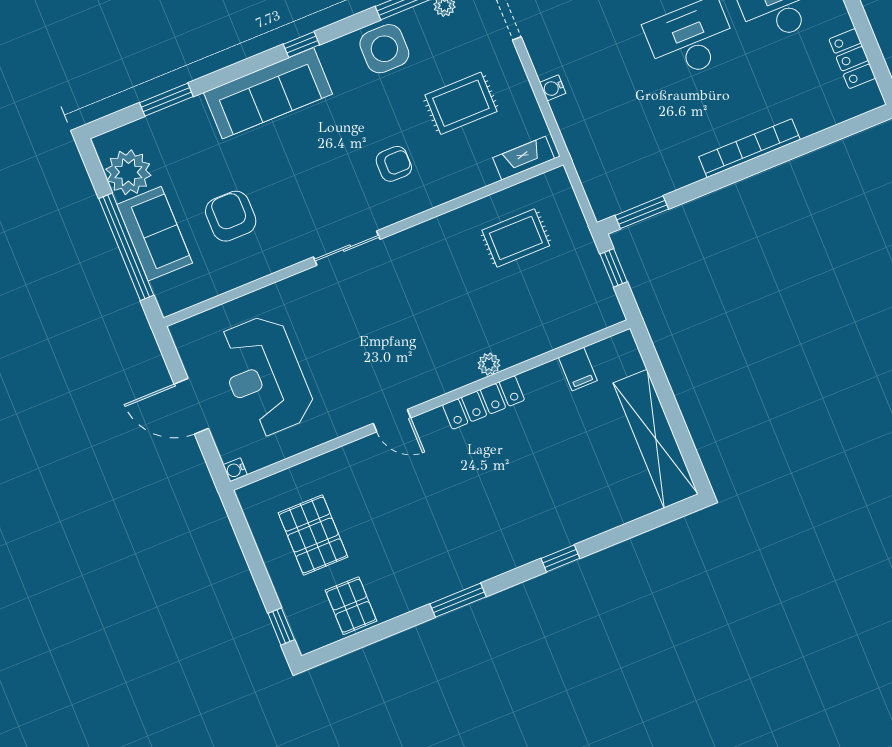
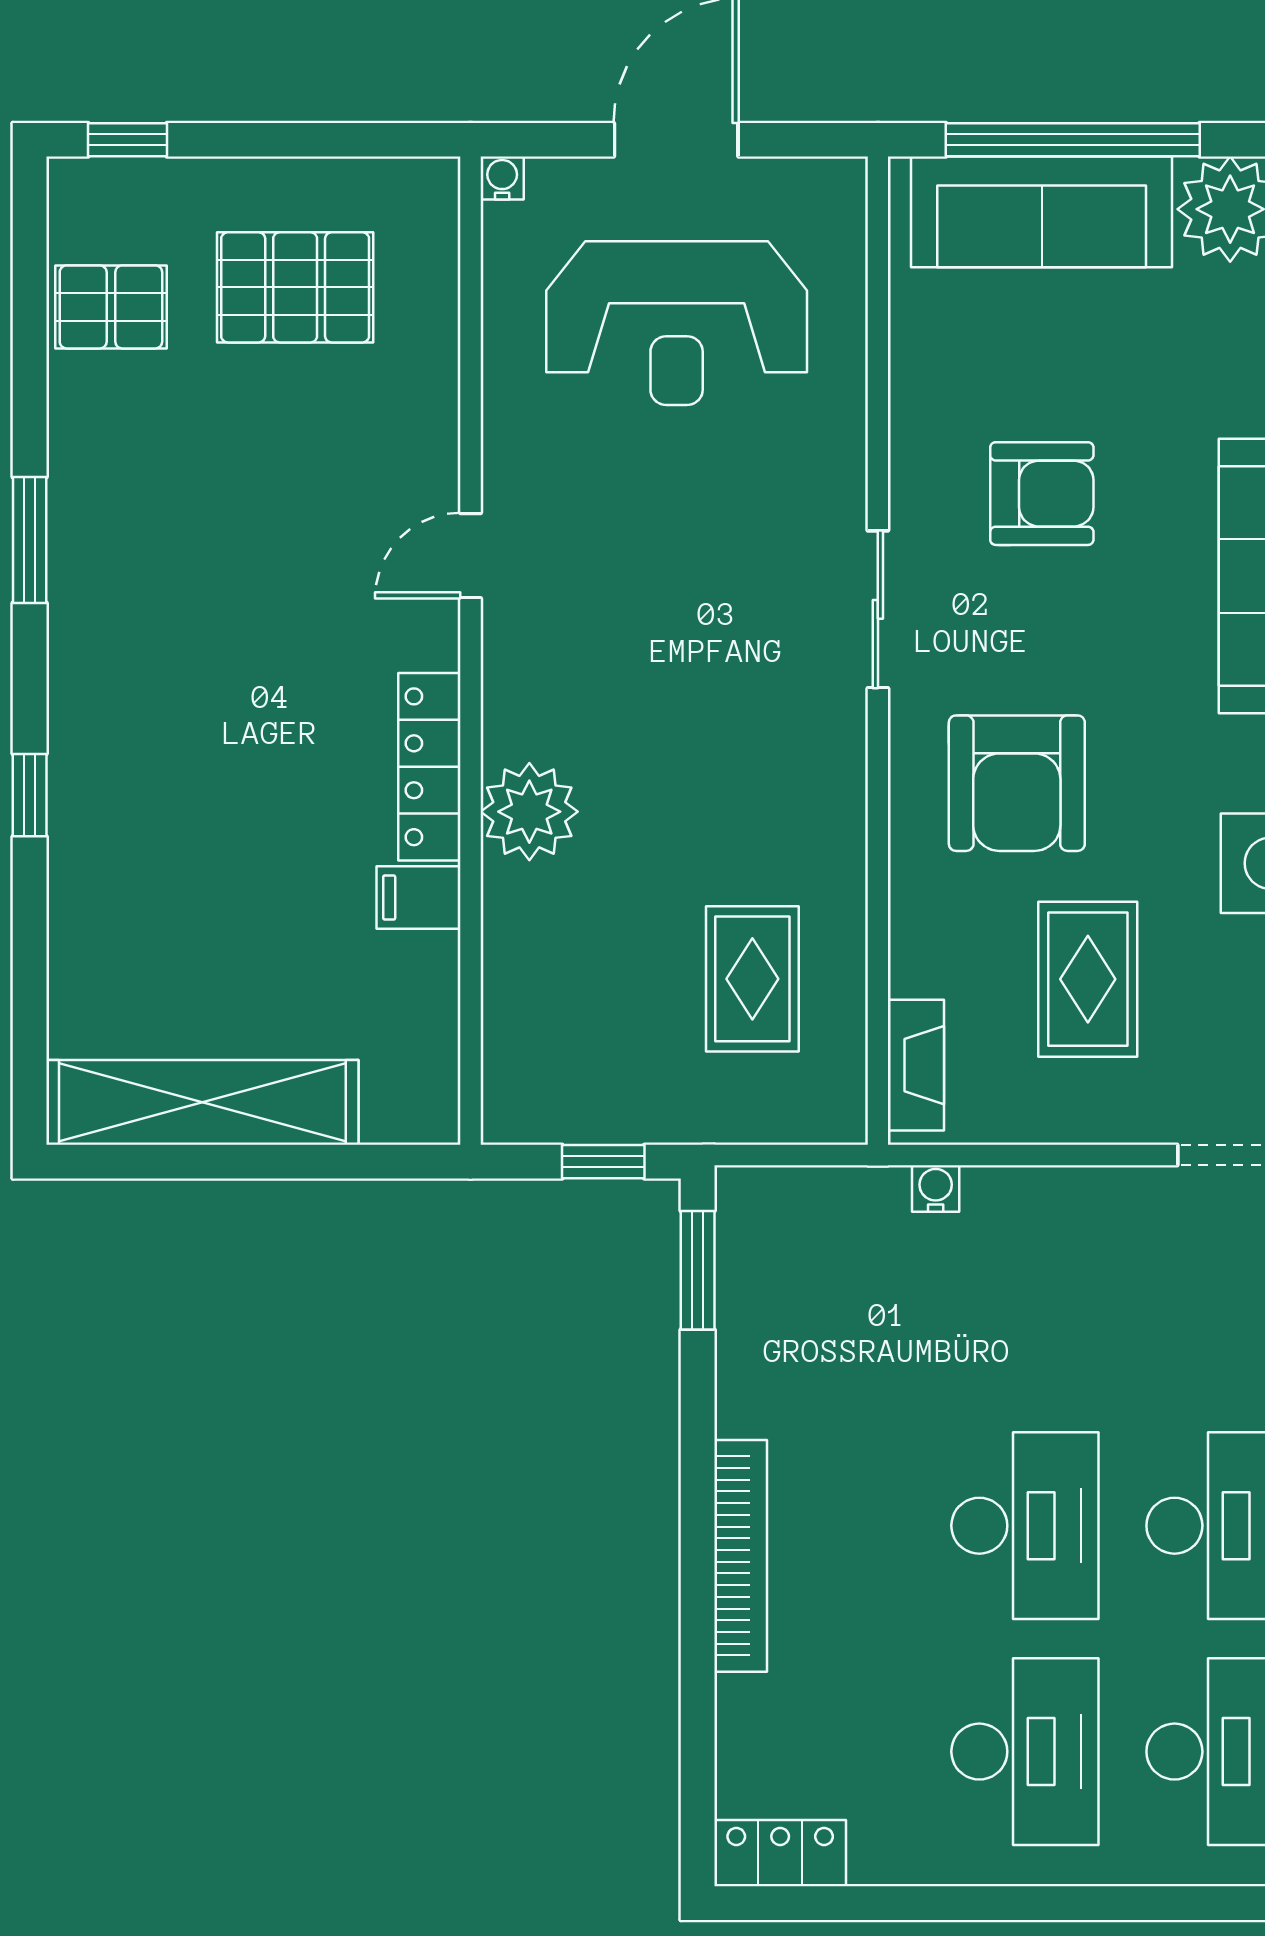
locker: (852, 59) -> (780, 1853), moved
water cooler: (553, 88) -> (936, 1188), moved
armchair: (394, 164) -> (1017, 783), width x1.88, depth x1.88
armchair: (231, 216) -> (1042, 494), moved
sofa: (155, 234) -> (1042, 212), width x1.36
plant: (489, 364) -> (529, 812), width x1.88, depth x1.88
filing cabinet: (578, 369) -> (419, 897), moved
reception desk: (265, 376) -> (677, 323), turned 180

